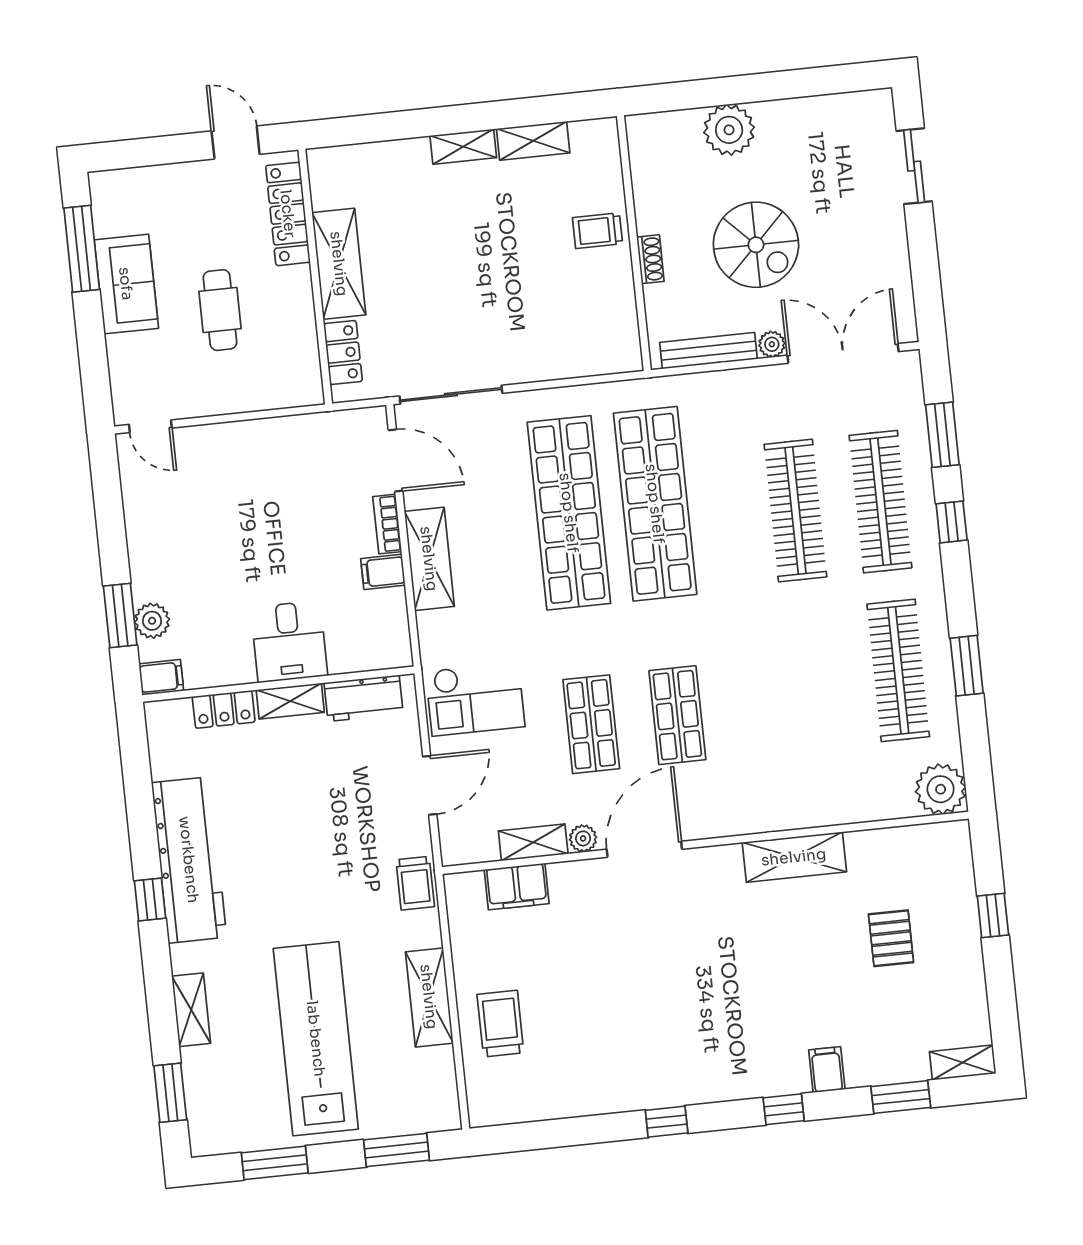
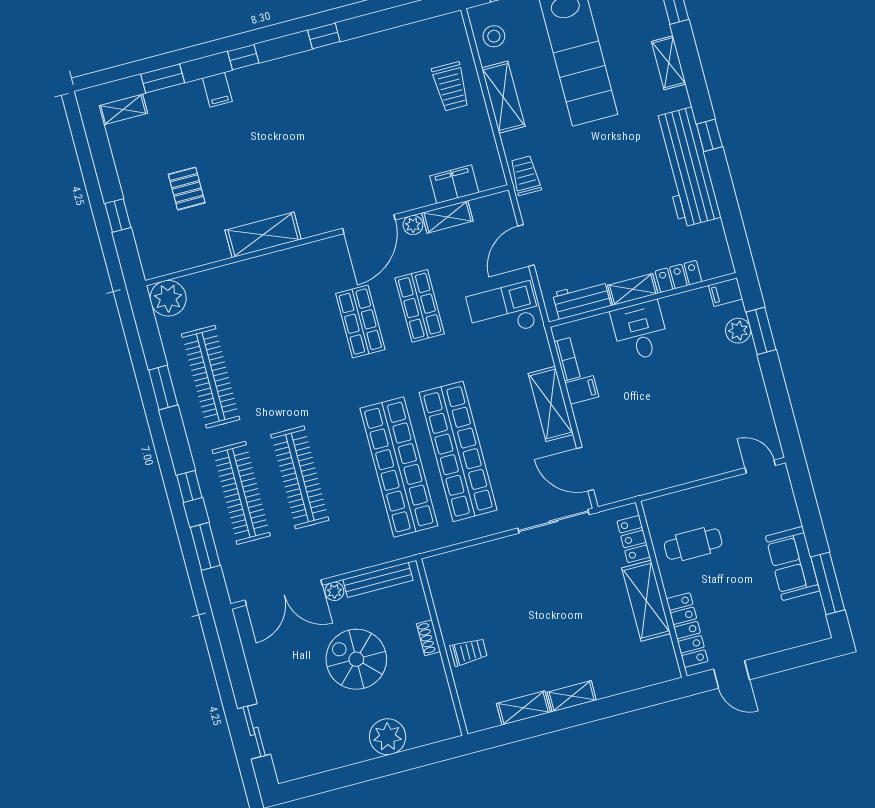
cafe table: (220, 310) -> (693, 544), moved, turned 90
bookcase: (387, 524) -> (567, 359), moved
stool: (429, 1084) -> (494, 36), added

